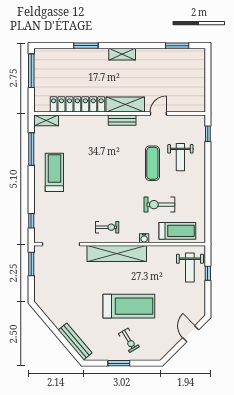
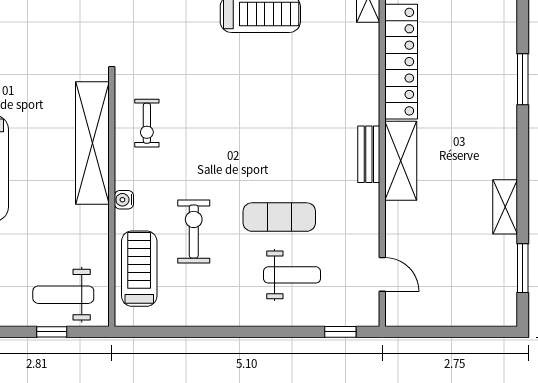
shelving: (122, 54) -> (505, 207), moved
door: (158, 114) -> (382, 274), moved
weight bench: (180, 157) -> (292, 275), turned 180
treadmill: (177, 231) -> (139, 269), turned 180

